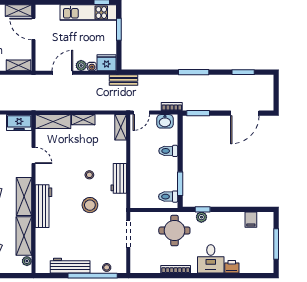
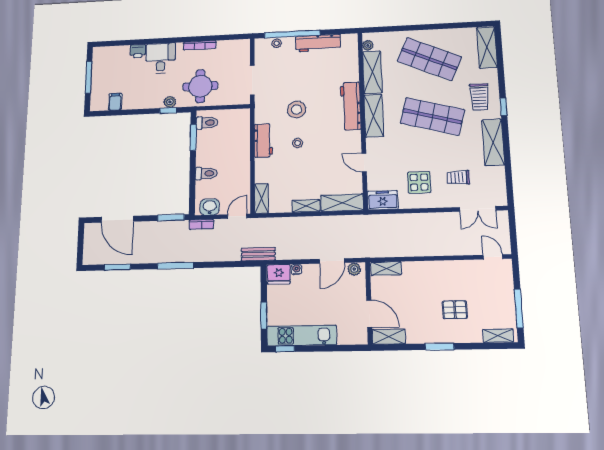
plant: (81, 65) -> (354, 269), moved
door: (245, 113) -> (117, 219), swing flipped

